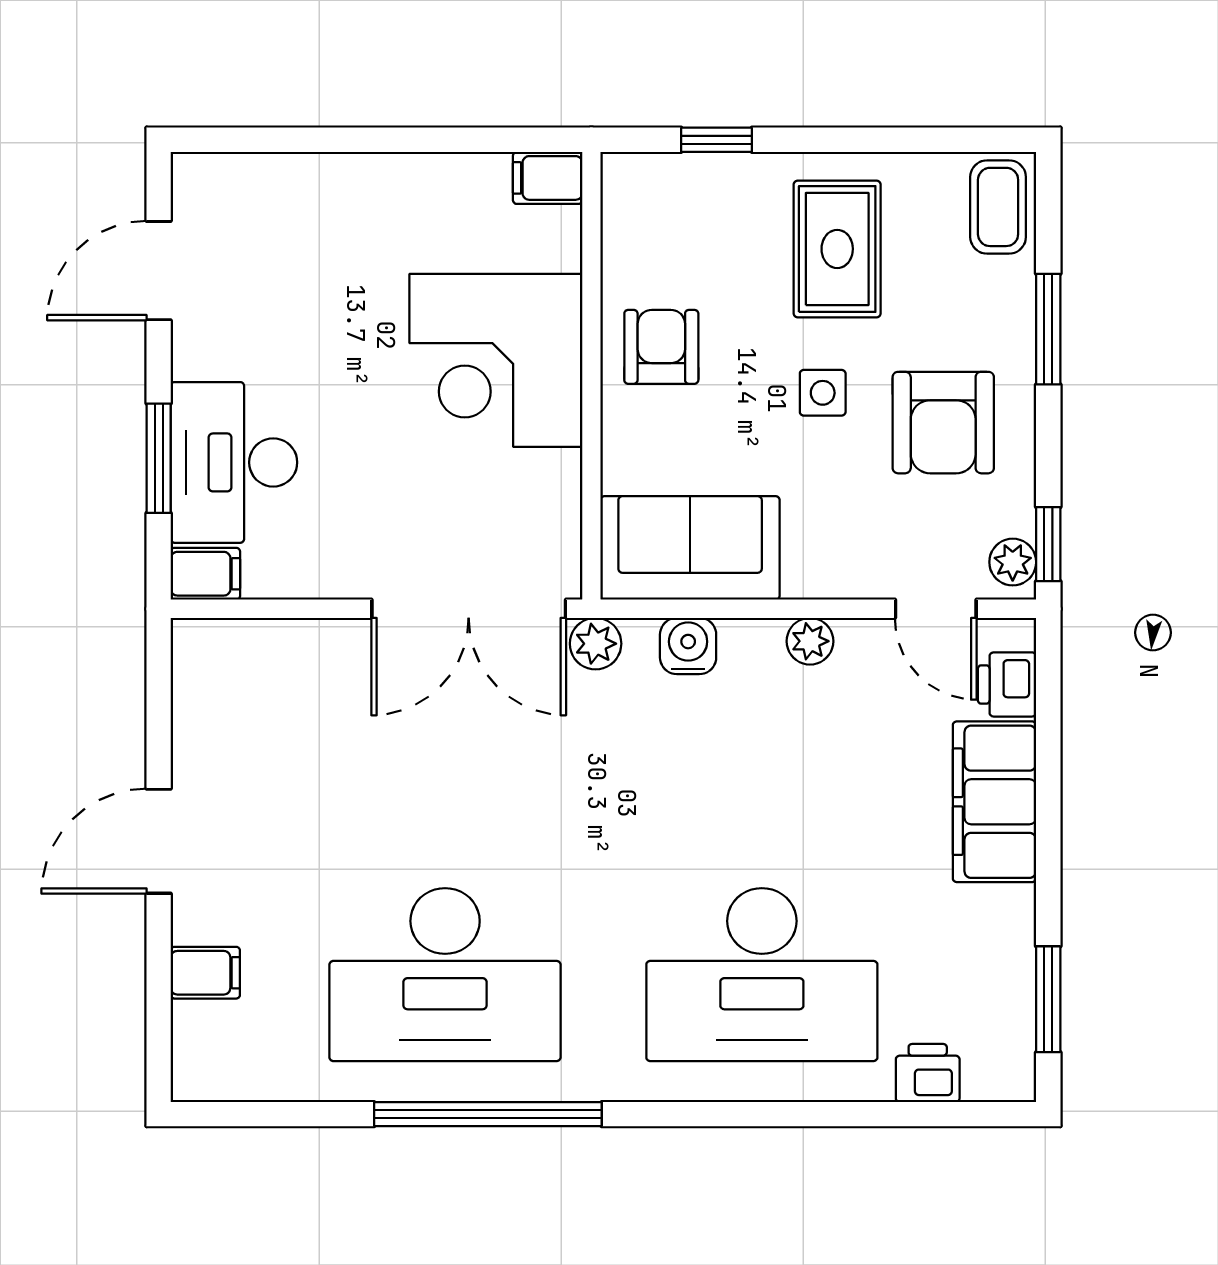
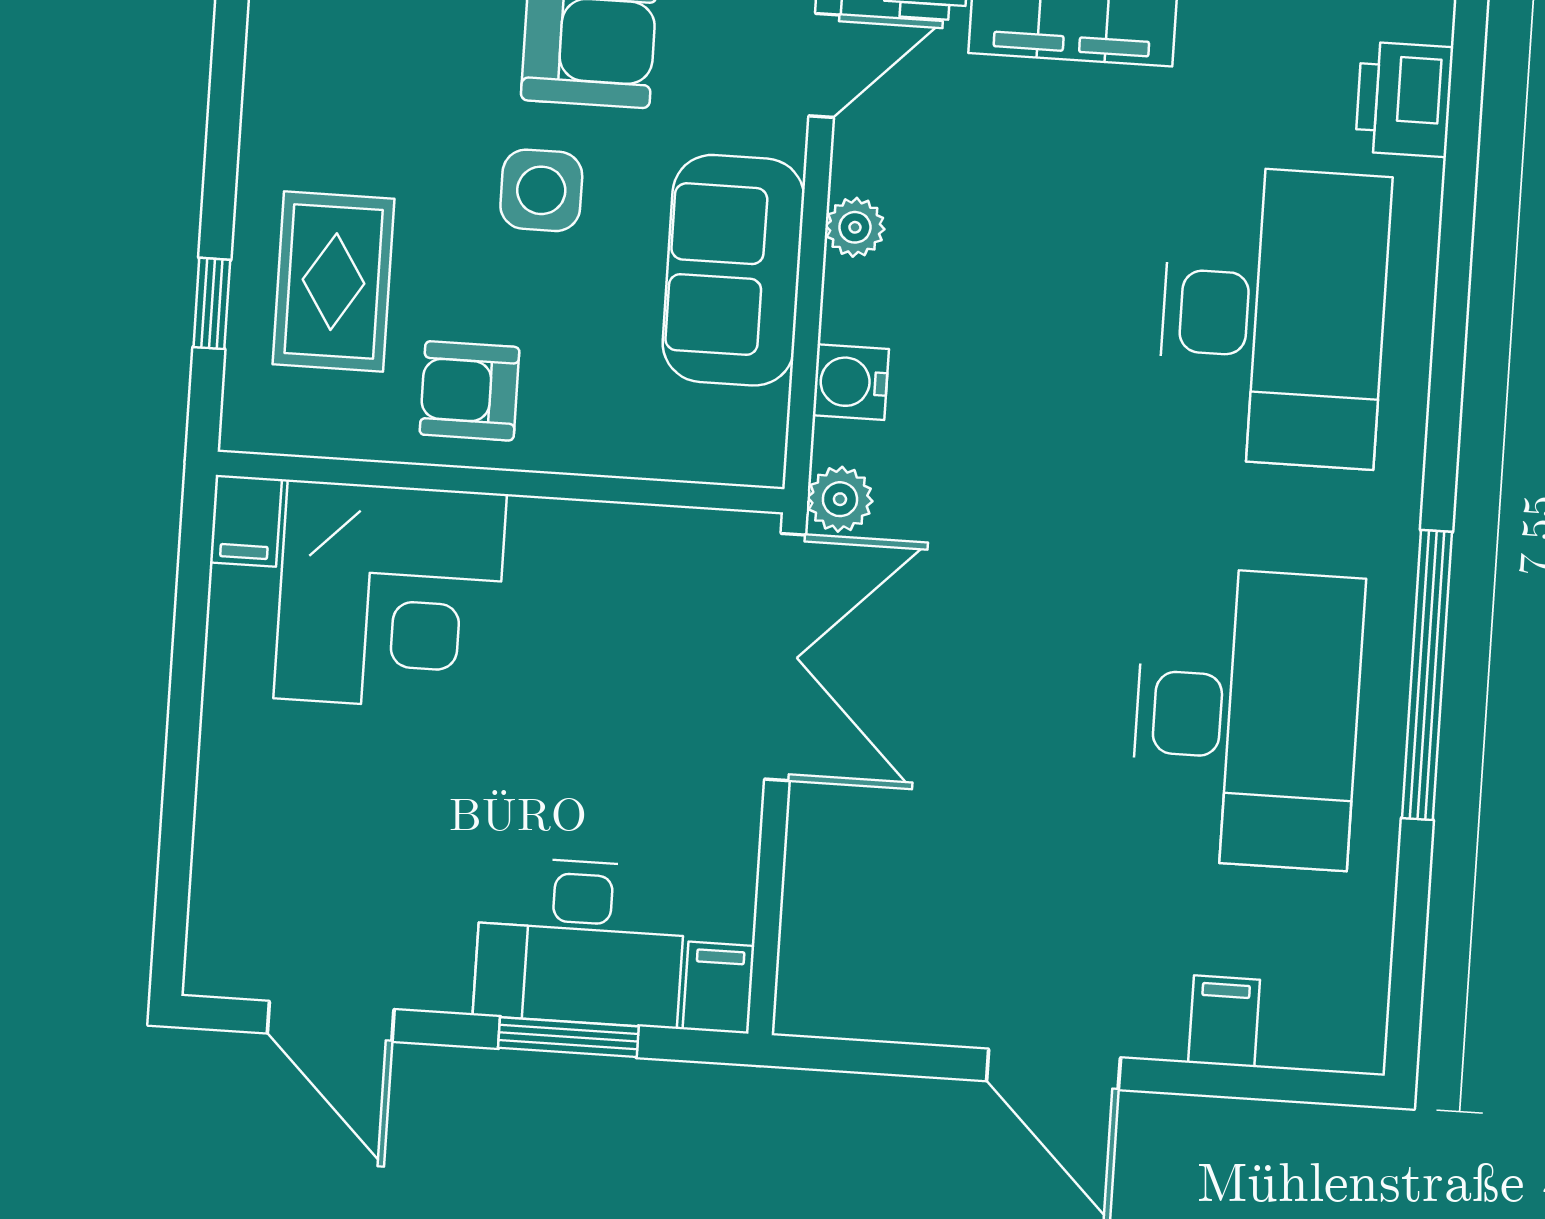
rug: (837, 249) -> (334, 282), moved, turned 90
corner desk: (496, 360) -> (390, 596), moved
side table: (823, 393) -> (541, 190), width x1.37, depth x1.37
sofa: (690, 548) -> (733, 270), moved
printer: (928, 1073) -> (1404, 99), width x1.36, depth x1.24

